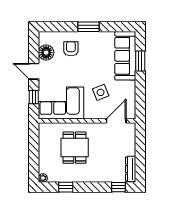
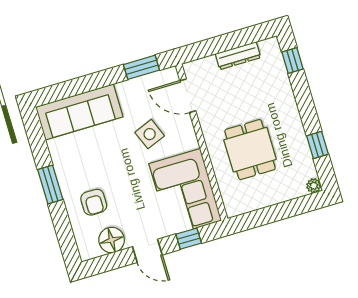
armchair: (71, 49) -> (94, 202), turned -90
window: (140, 61) -> (141, 67), moved
door: (34, 71) -> (147, 251), hinge flipped
dining table: (75, 148) -> (250, 150), turned 90
dresser: (131, 169) -> (238, 56), moved

